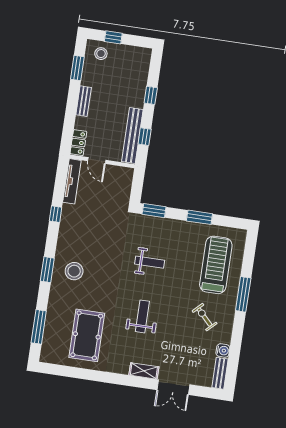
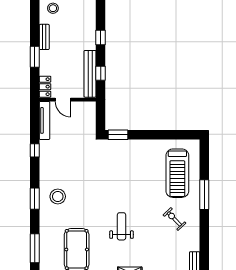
window: (77, 68) -> (35, 57), moved
bench: (84, 101) -> (44, 37), moved
window: (199, 217) -> (157, 135), removed
weight bench: (150, 262) -> (121, 179), removed
treadmill: (216, 265) -> (177, 173), turned 180
water cooler: (223, 350) -> (194, 245), removed

